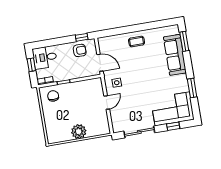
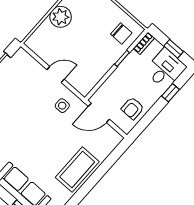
window: (82, 37) -> (170, 93), moved
coffee table: (137, 41) -> (77, 169), width x1.86, depth x1.72
door: (107, 103) -> (56, 74), swing flipped

